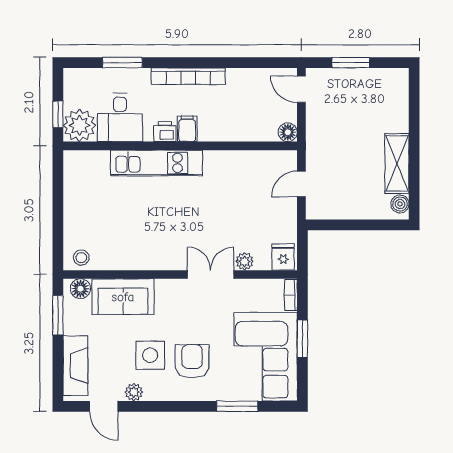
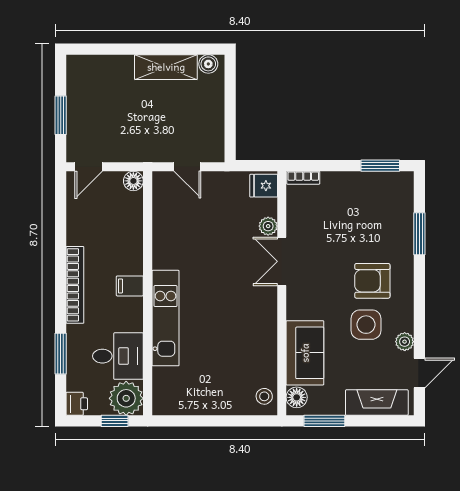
printer: (165, 132) -> (77, 404), moved, turned 180
window: (302, 339) -> (380, 166), moved
corner sofa: (266, 357) -> (368, 204), removed

